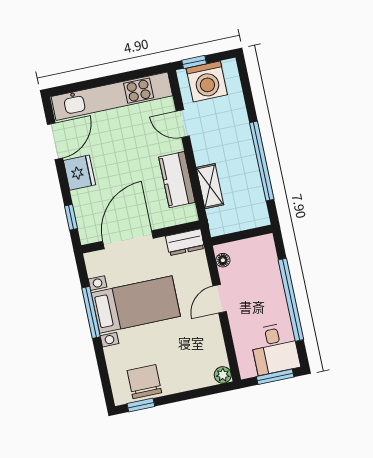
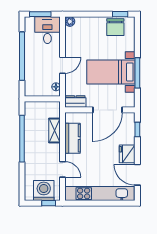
door: (55, 141) -> (137, 175), hinge flipped
desk: (275, 349) -> (47, 30), moved

